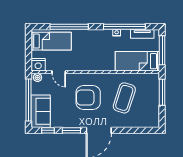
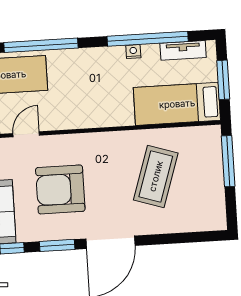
window: (162, 50) -> (223, 80), width x0.69
door: (59, 72) -> (26, 134), swing flipped
armchair: (88, 98) -> (60, 189), moved

